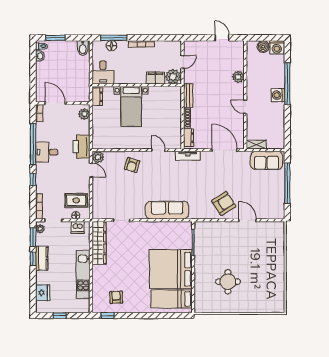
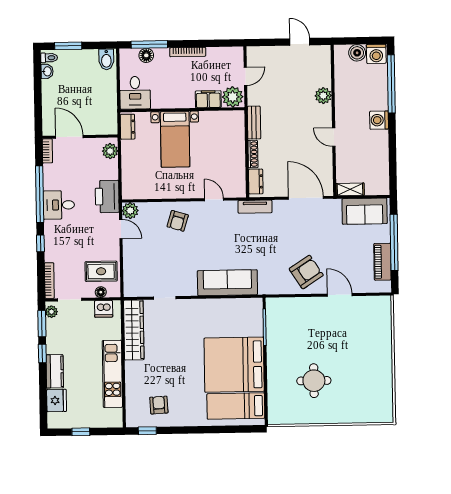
window: (287, 84) -> (391, 84), moved
piano: (279, 197) -> (382, 262), added
kitchen counter: (42, 258) -> (55, 371), moved

